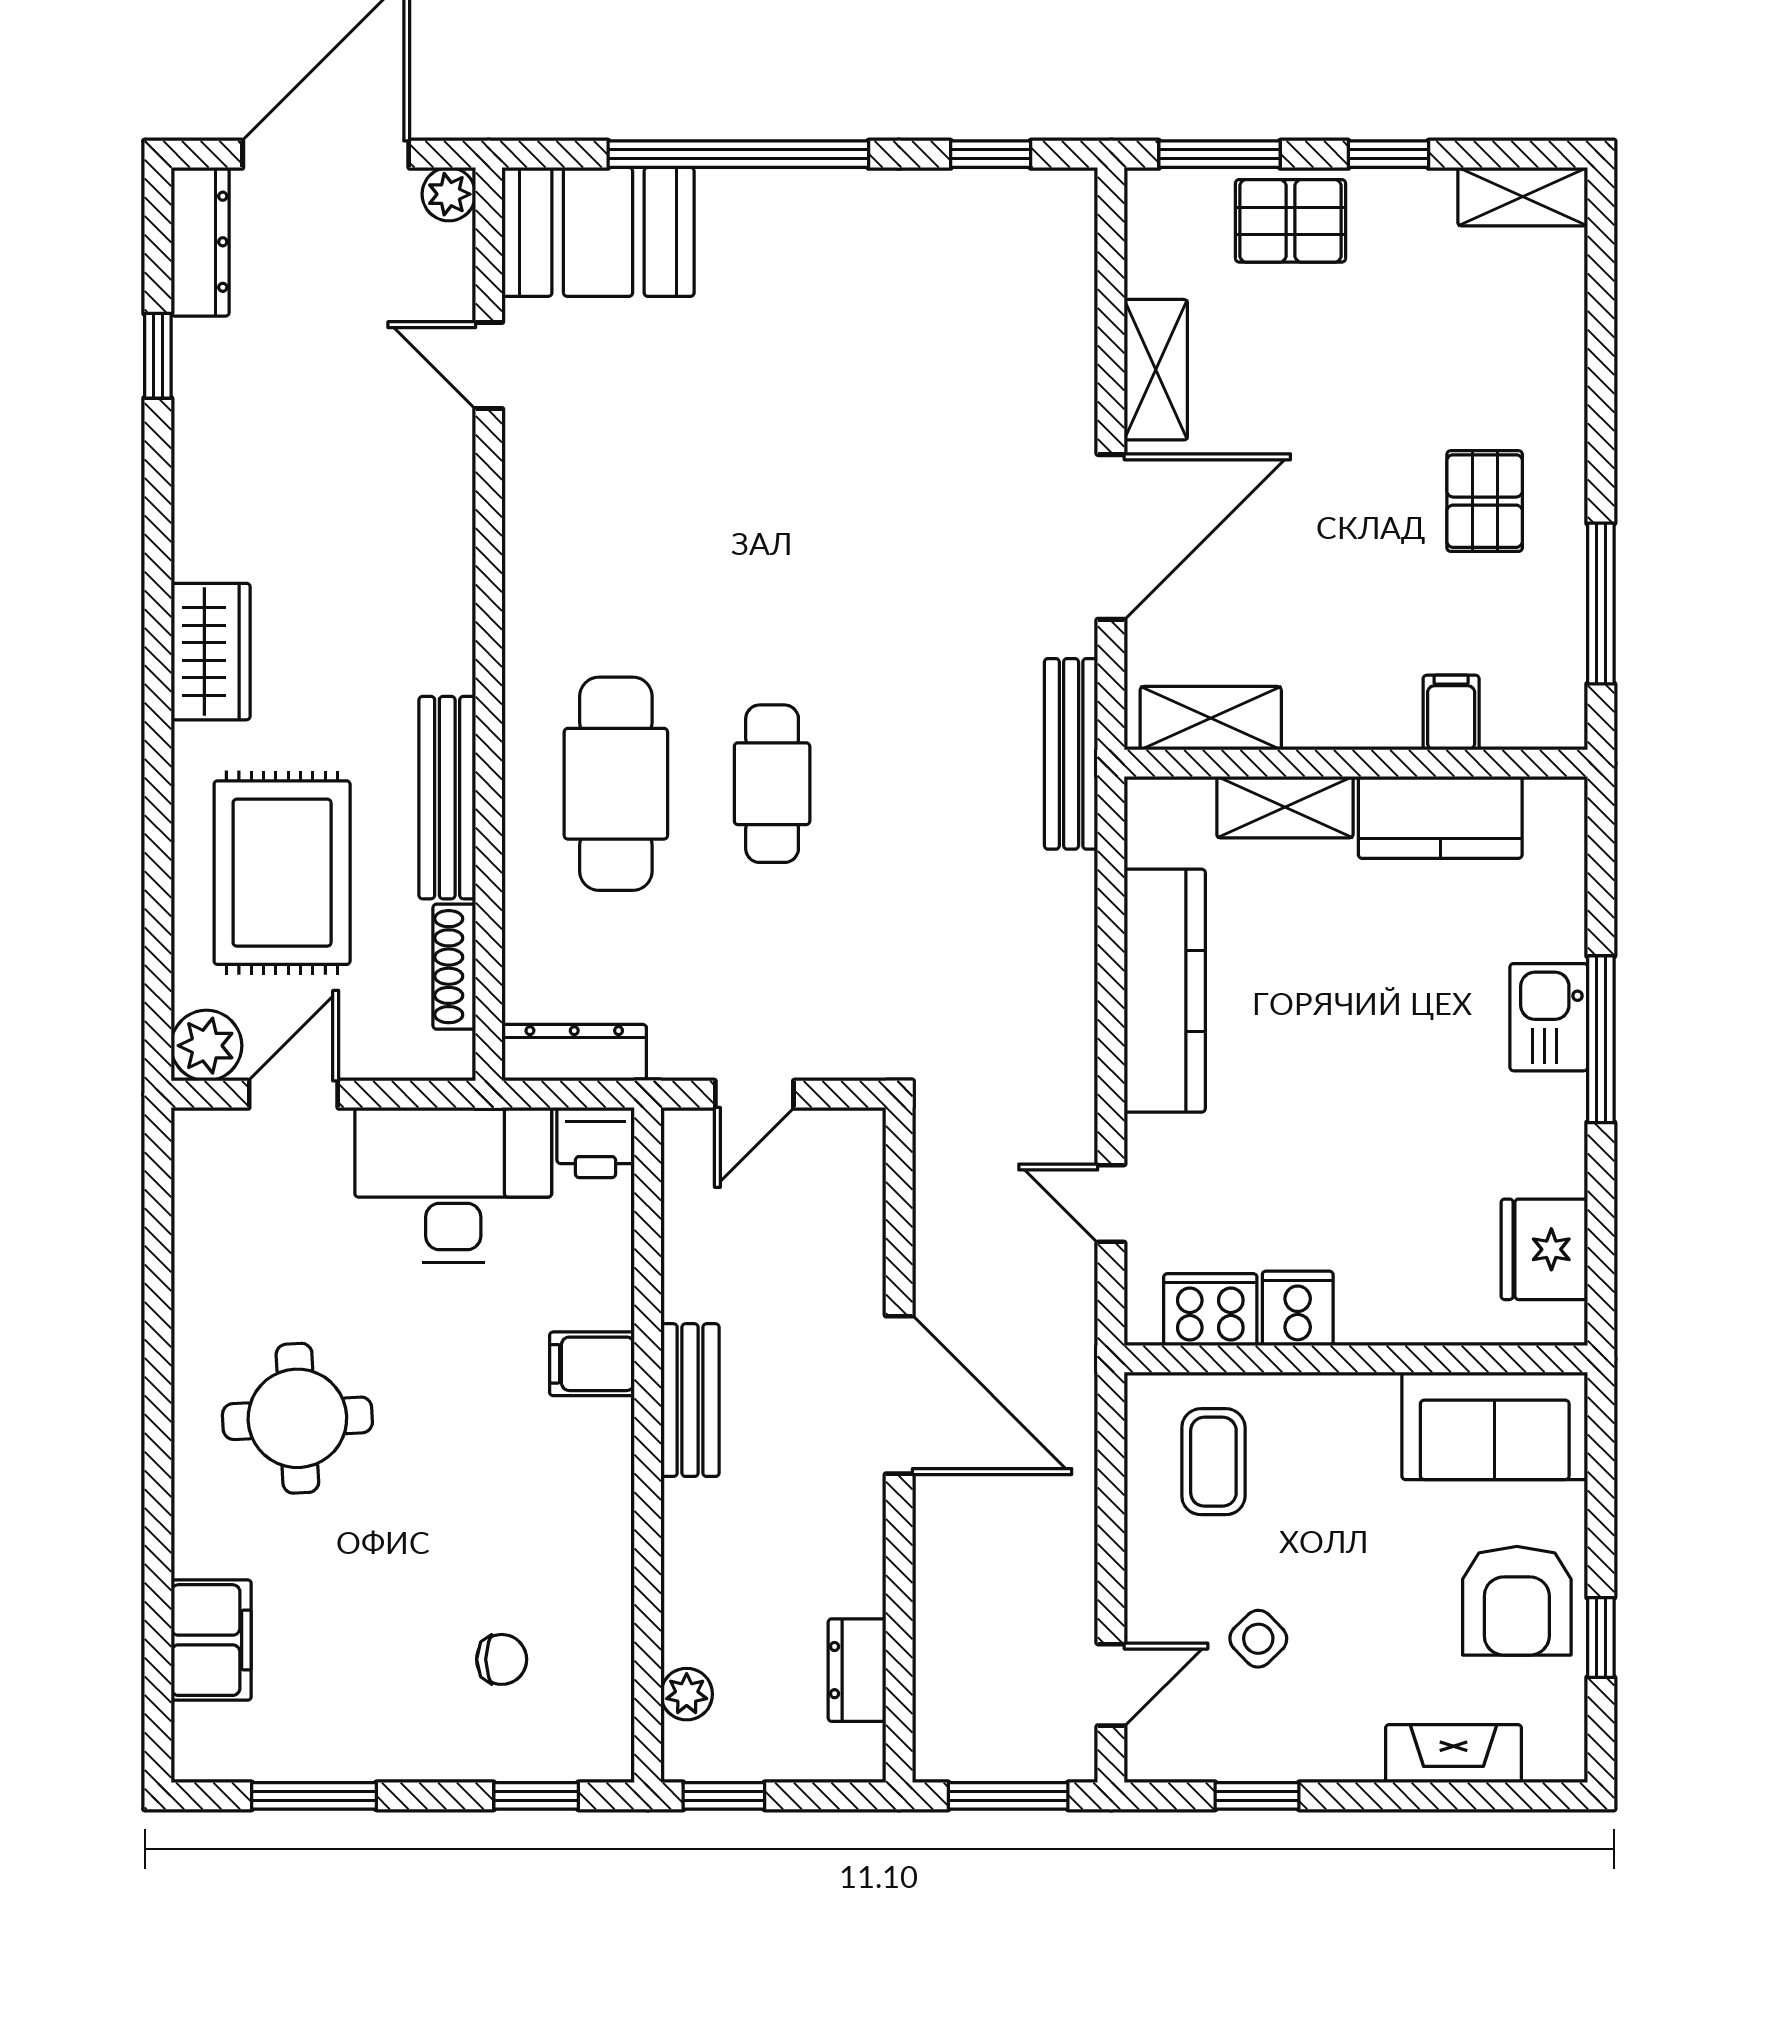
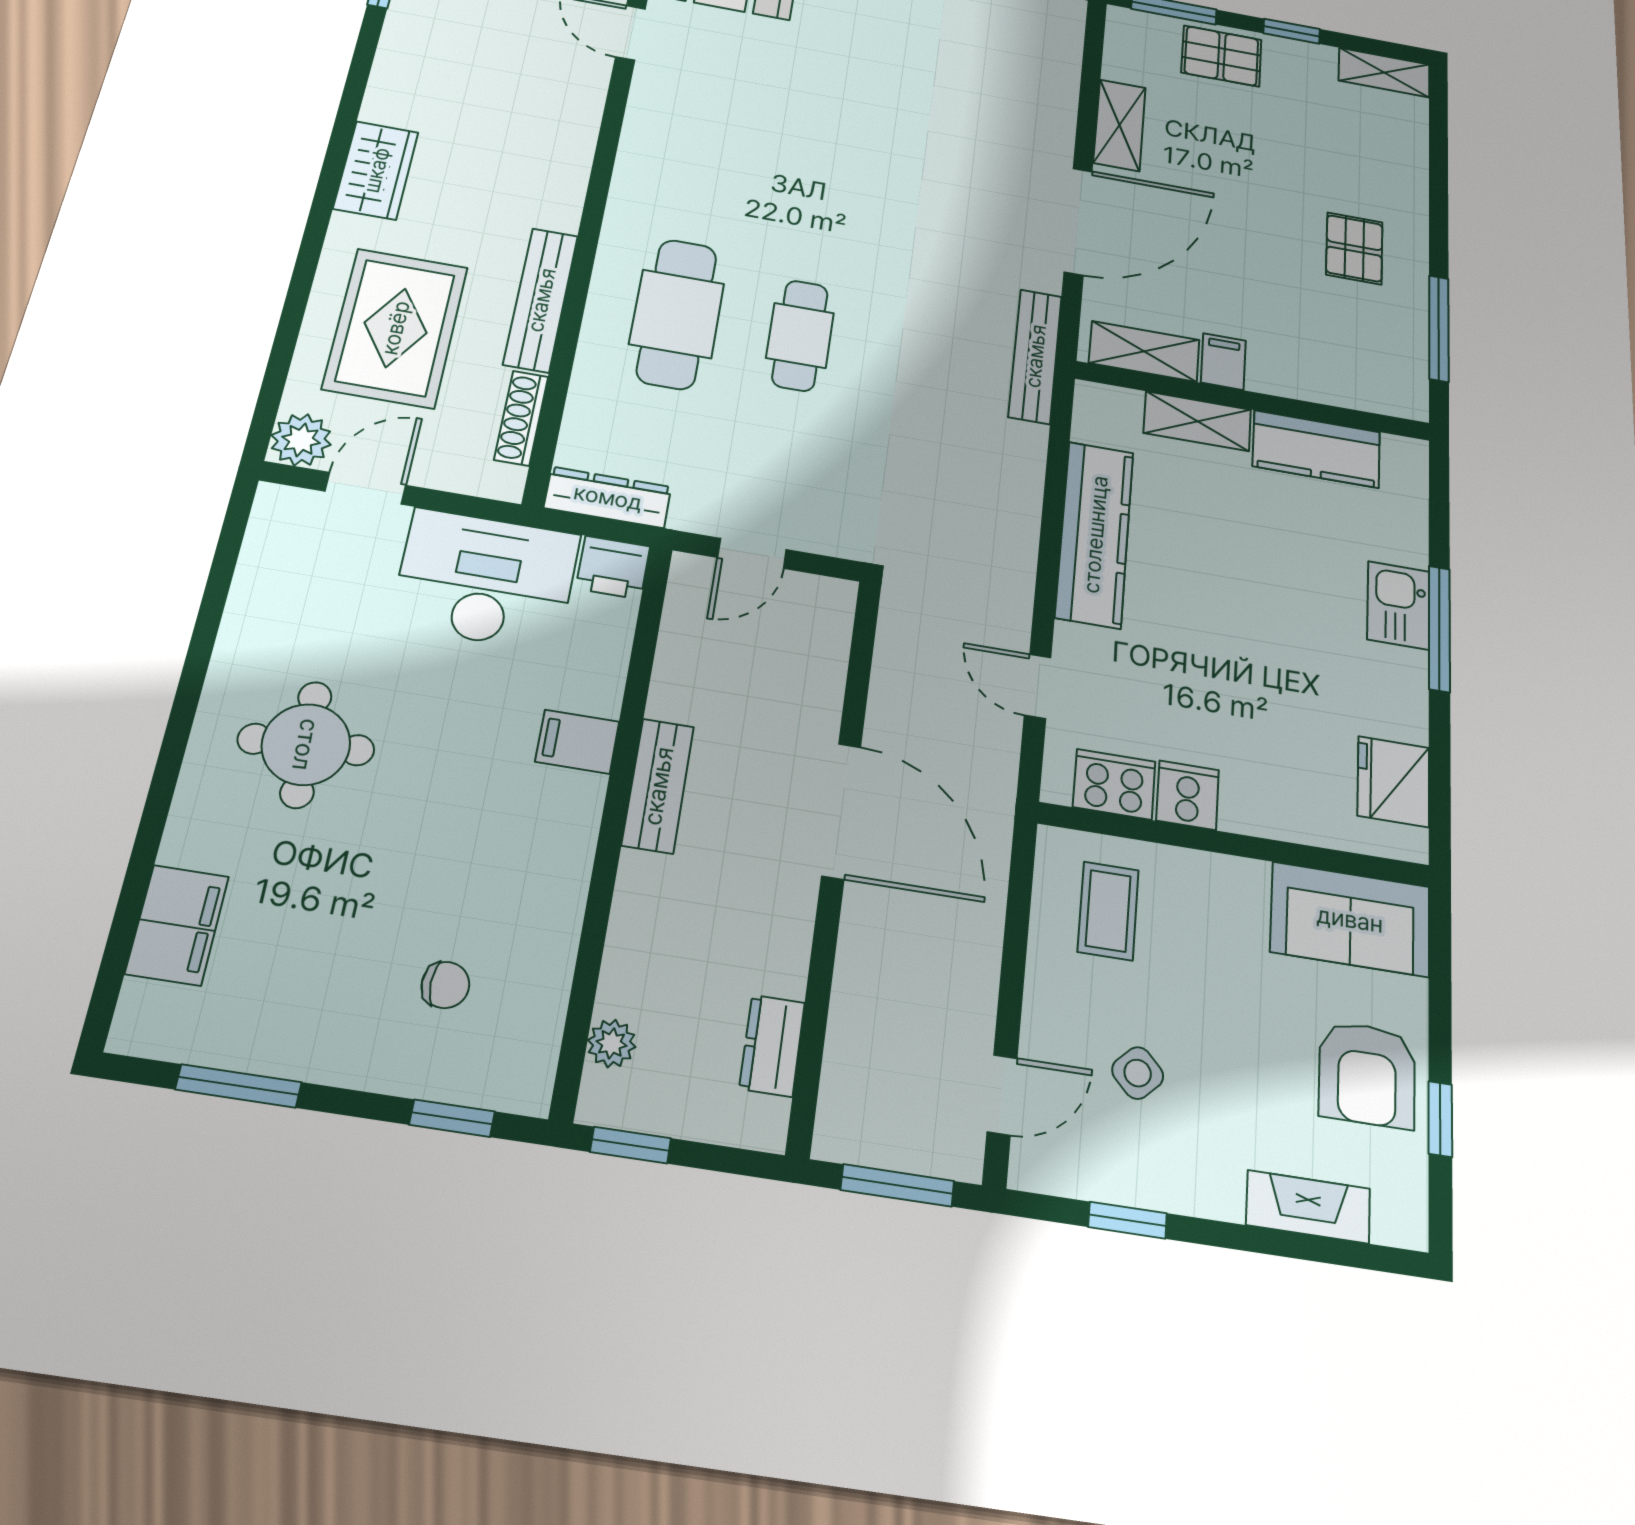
filing cabinet: (1451, 713) -> (1223, 362), moved

